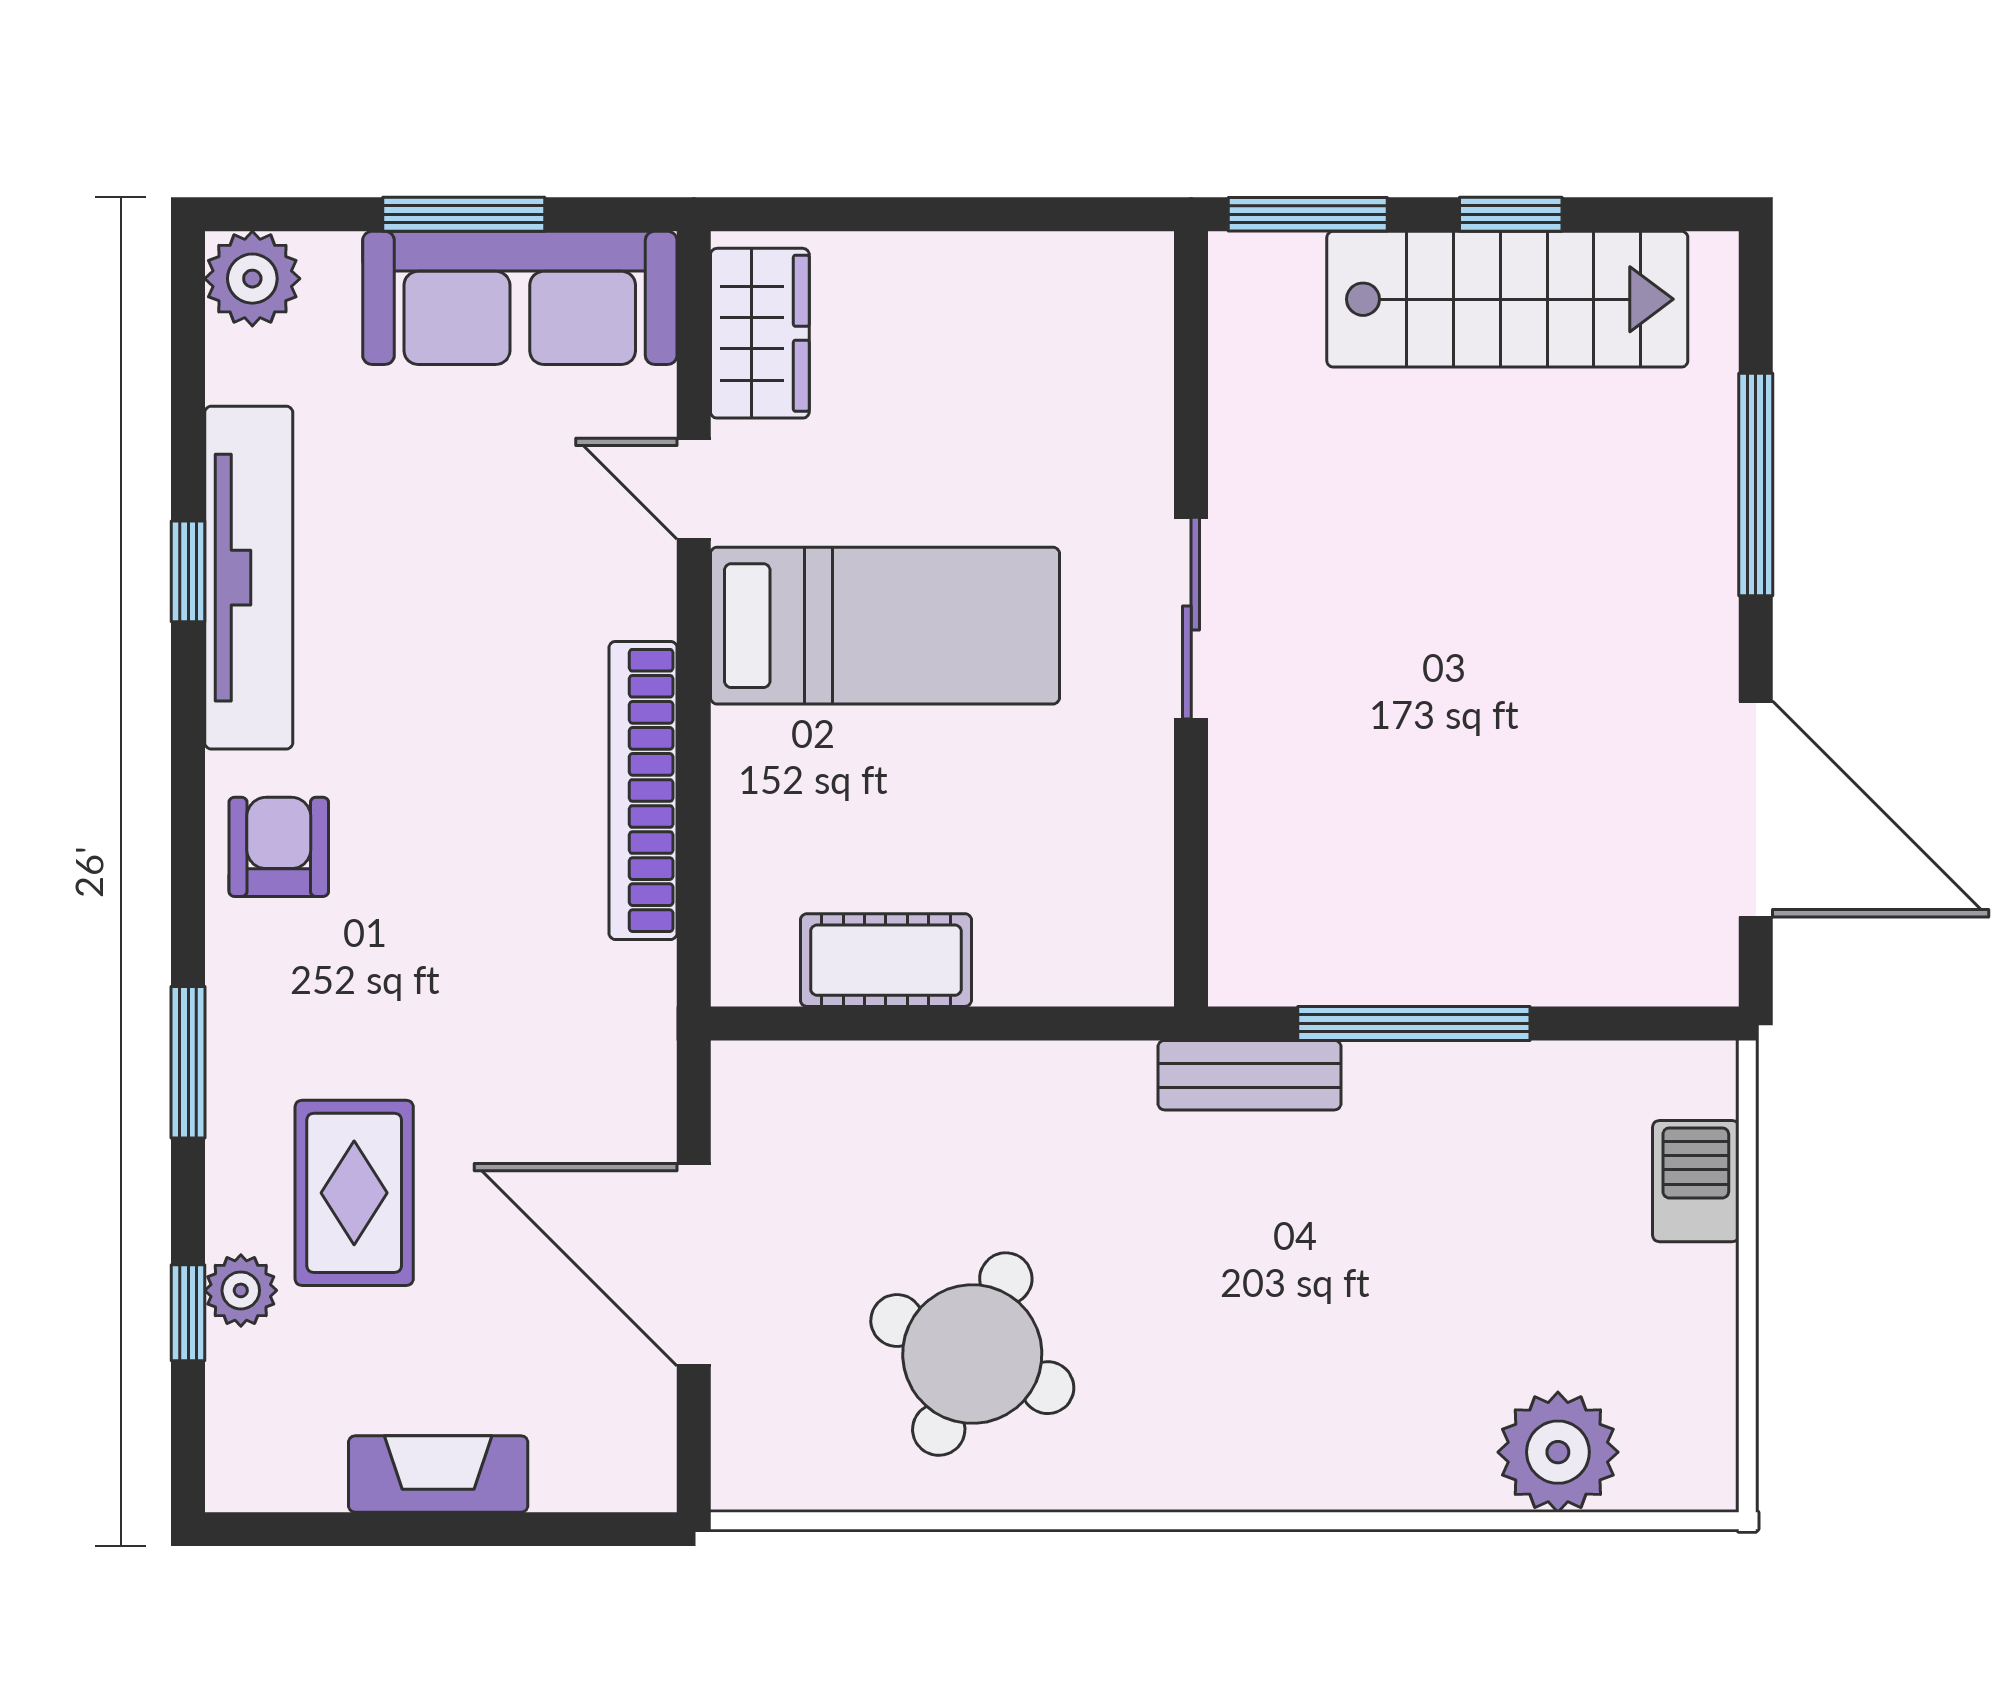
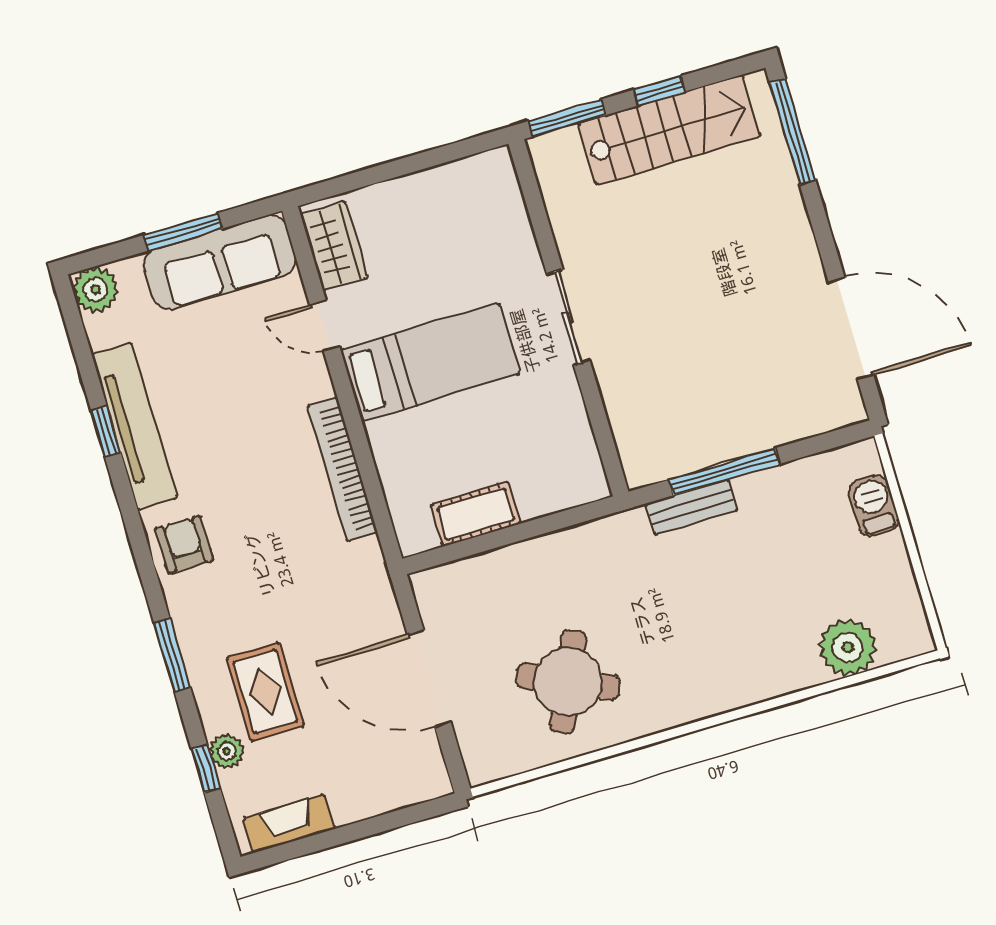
window: (1756, 485) -> (793, 131), moved
bench: (1249, 1075) -> (692, 507), moved
fireplace: (438, 1474) -> (289, 824), moved

